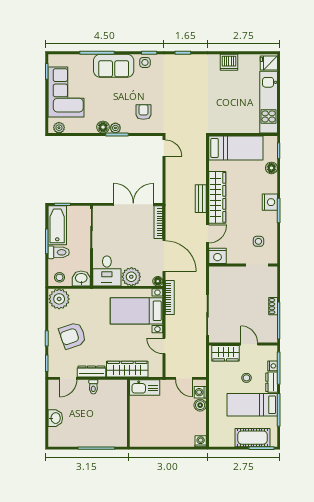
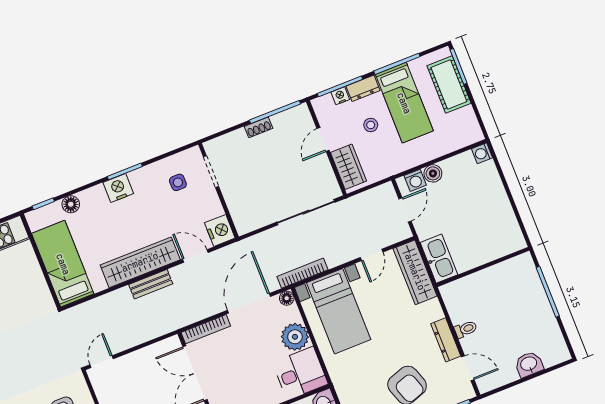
wardrobe: (127, 369) -> (415, 272), moved

